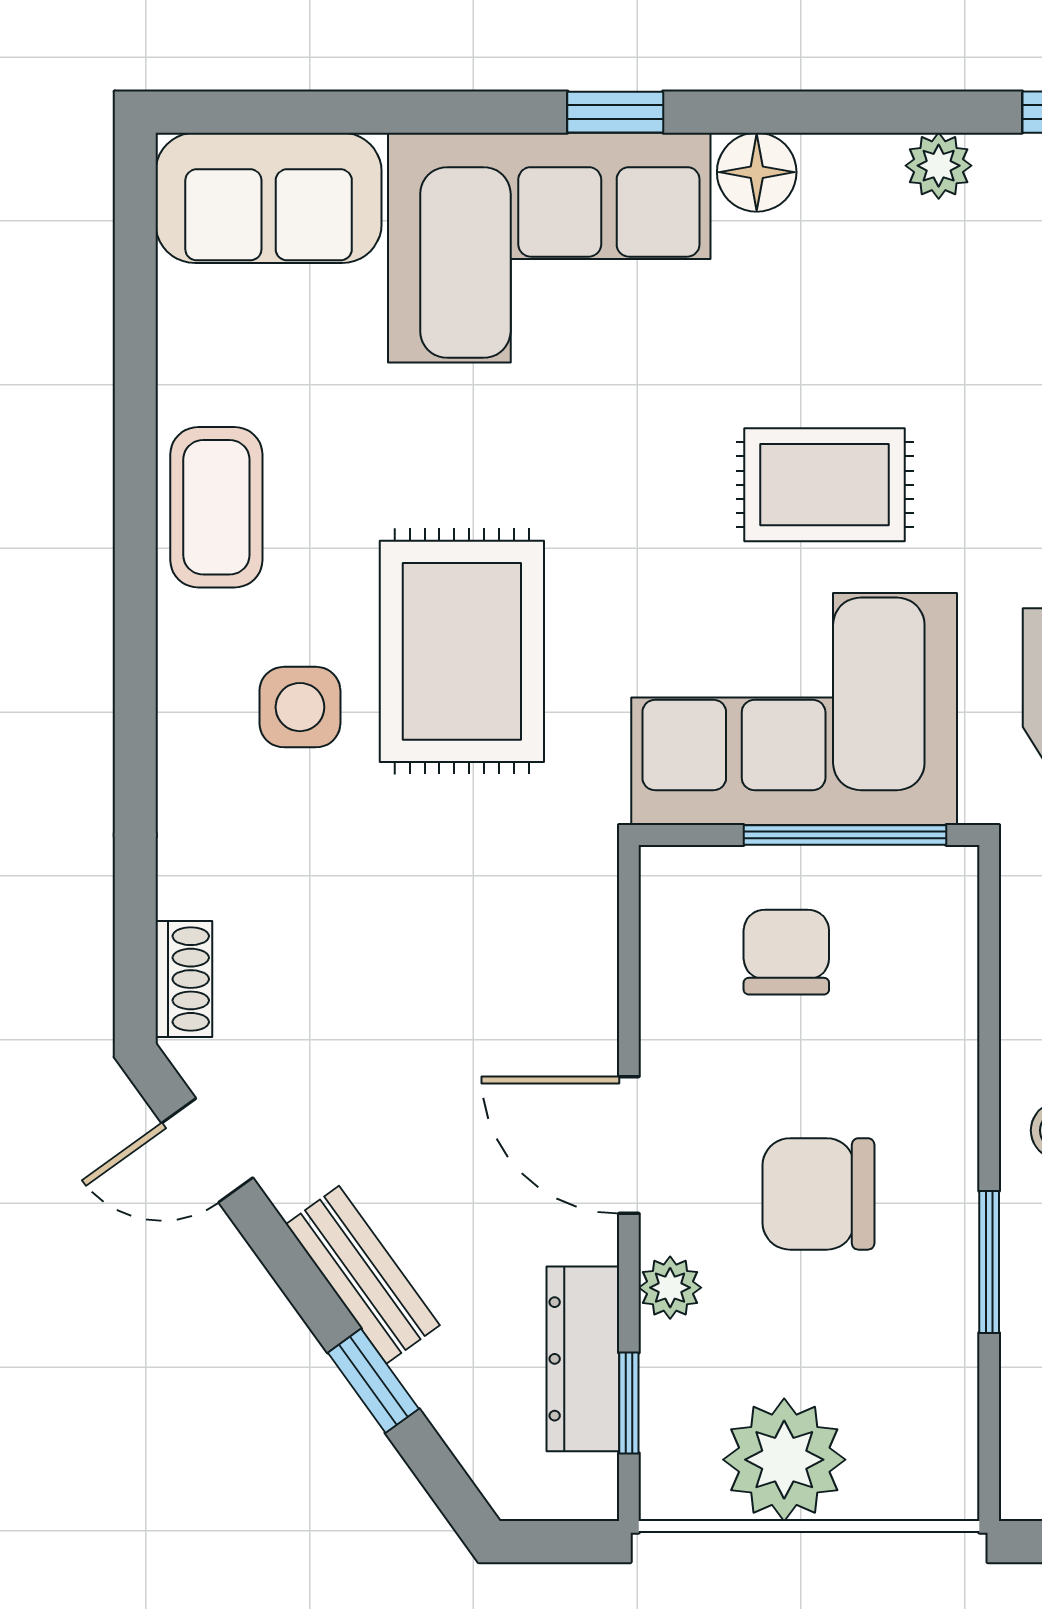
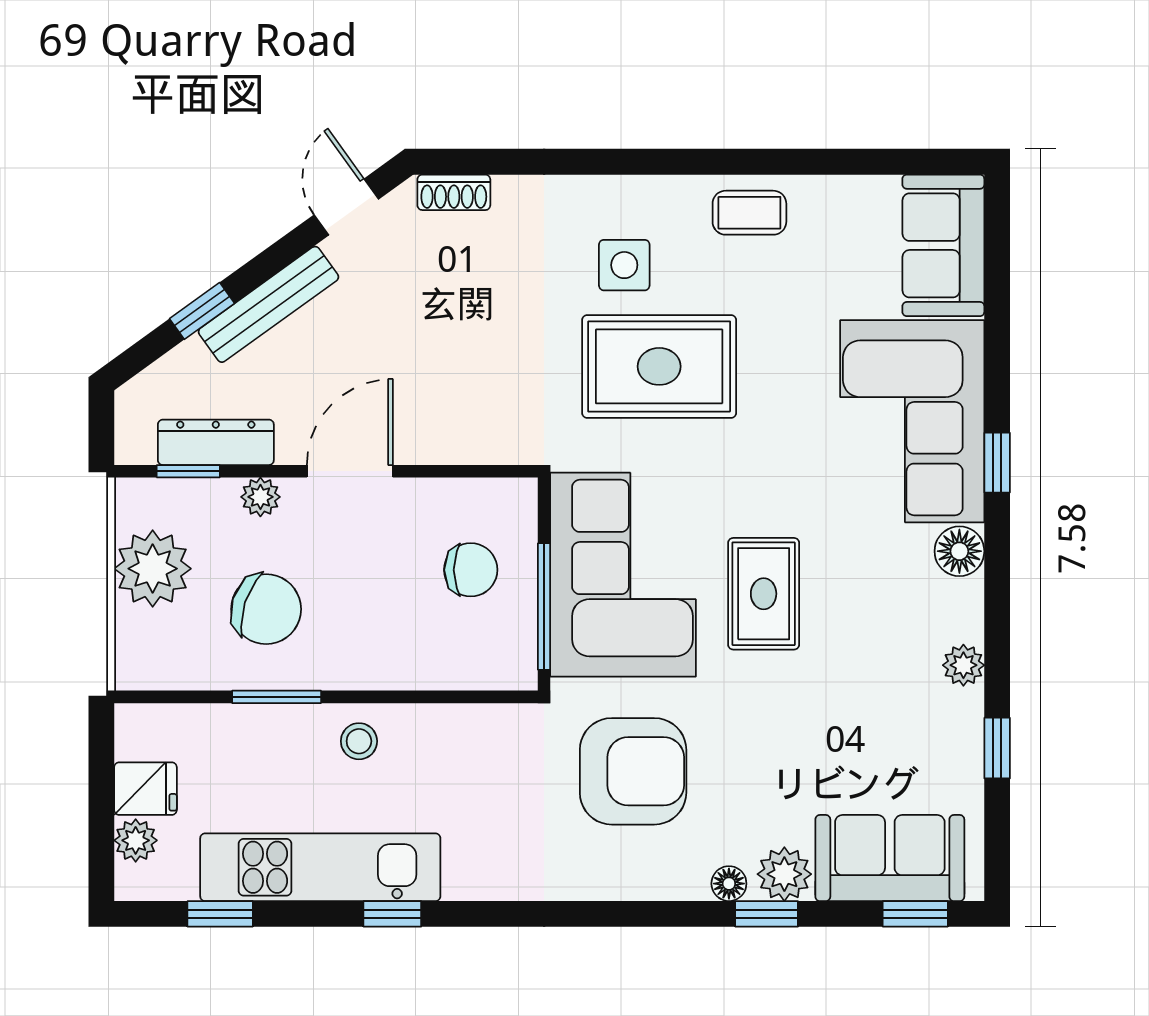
coffee table: (216, 507) -> (749, 213), width x0.73, depth x0.77
chair: (818, 1194) -> (266, 609), moved, turned 108
bench: (363, 1275) -> (269, 304), width x1.36

